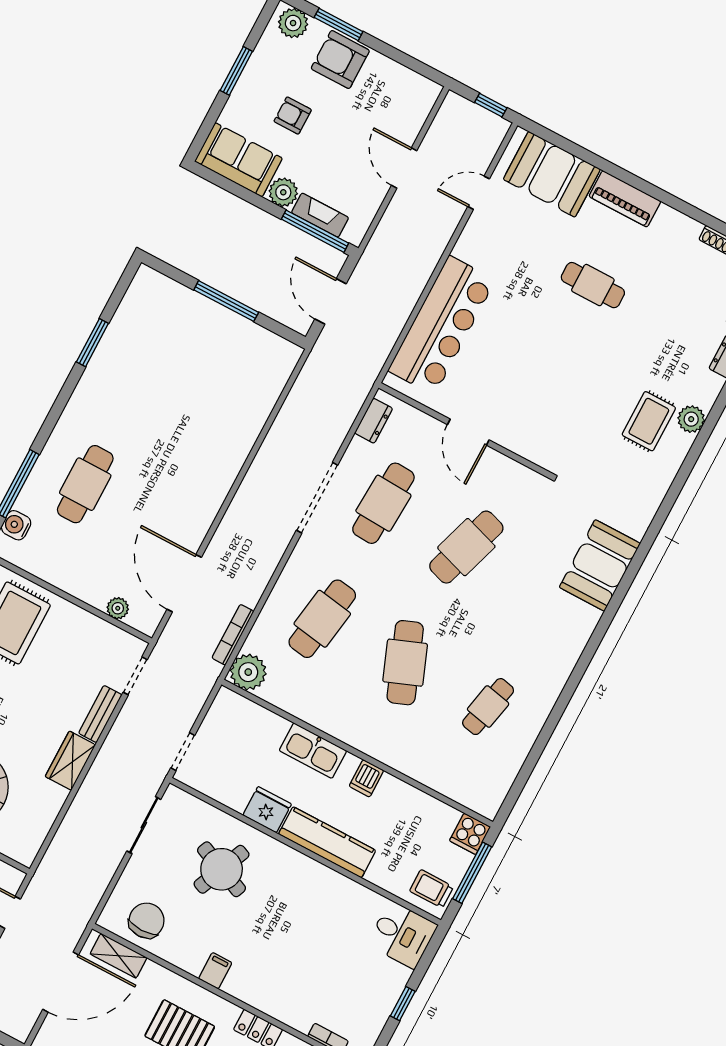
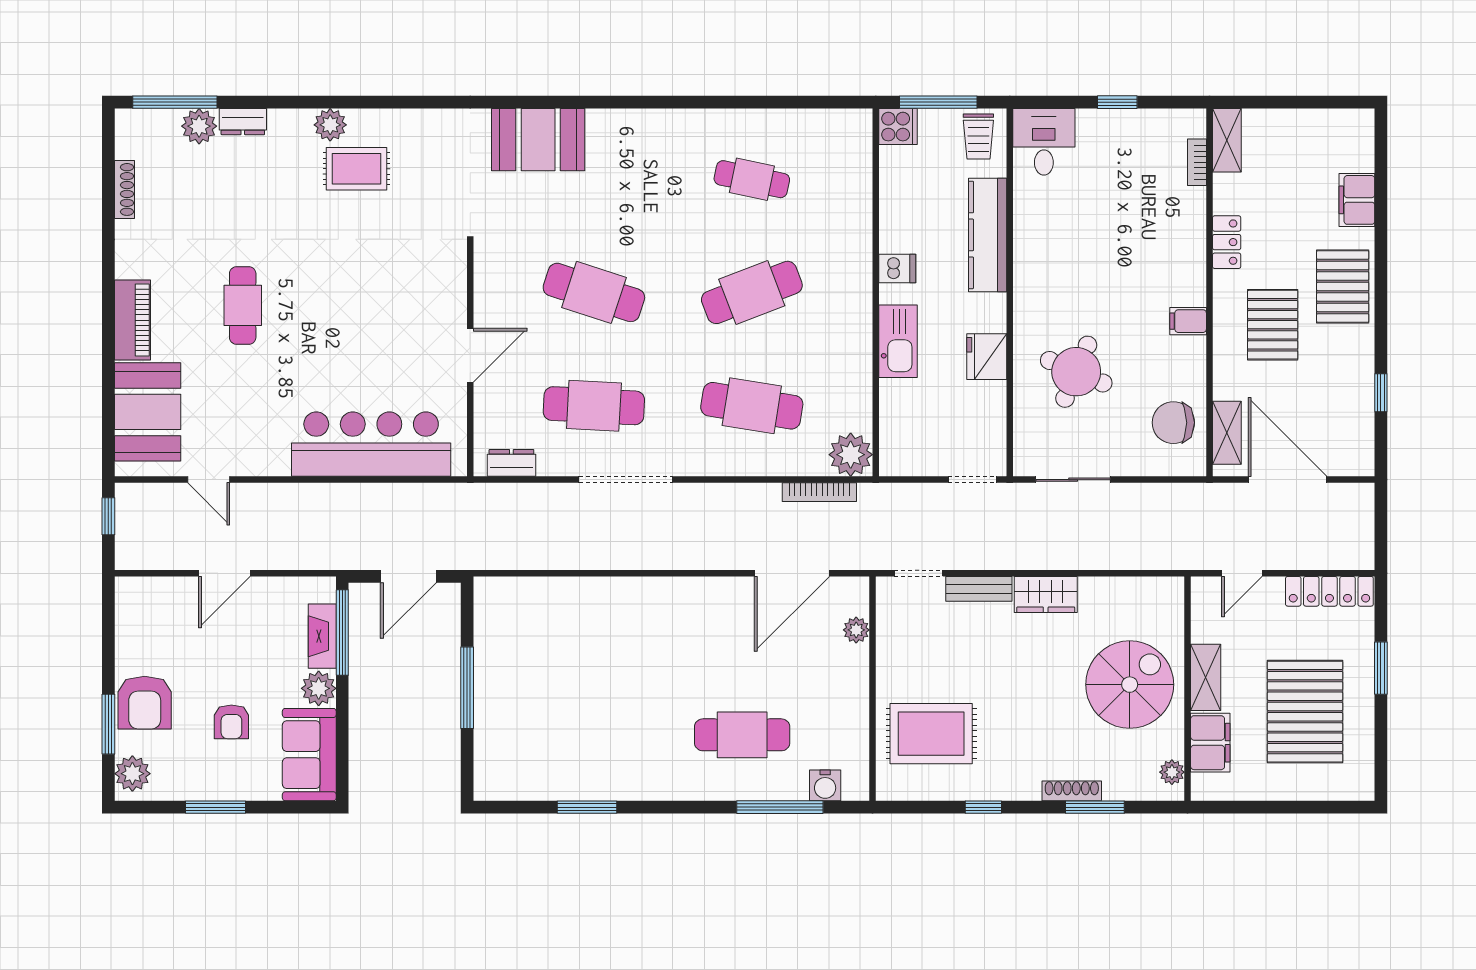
kitchen counter: (327, 842) -> (988, 235), moved

